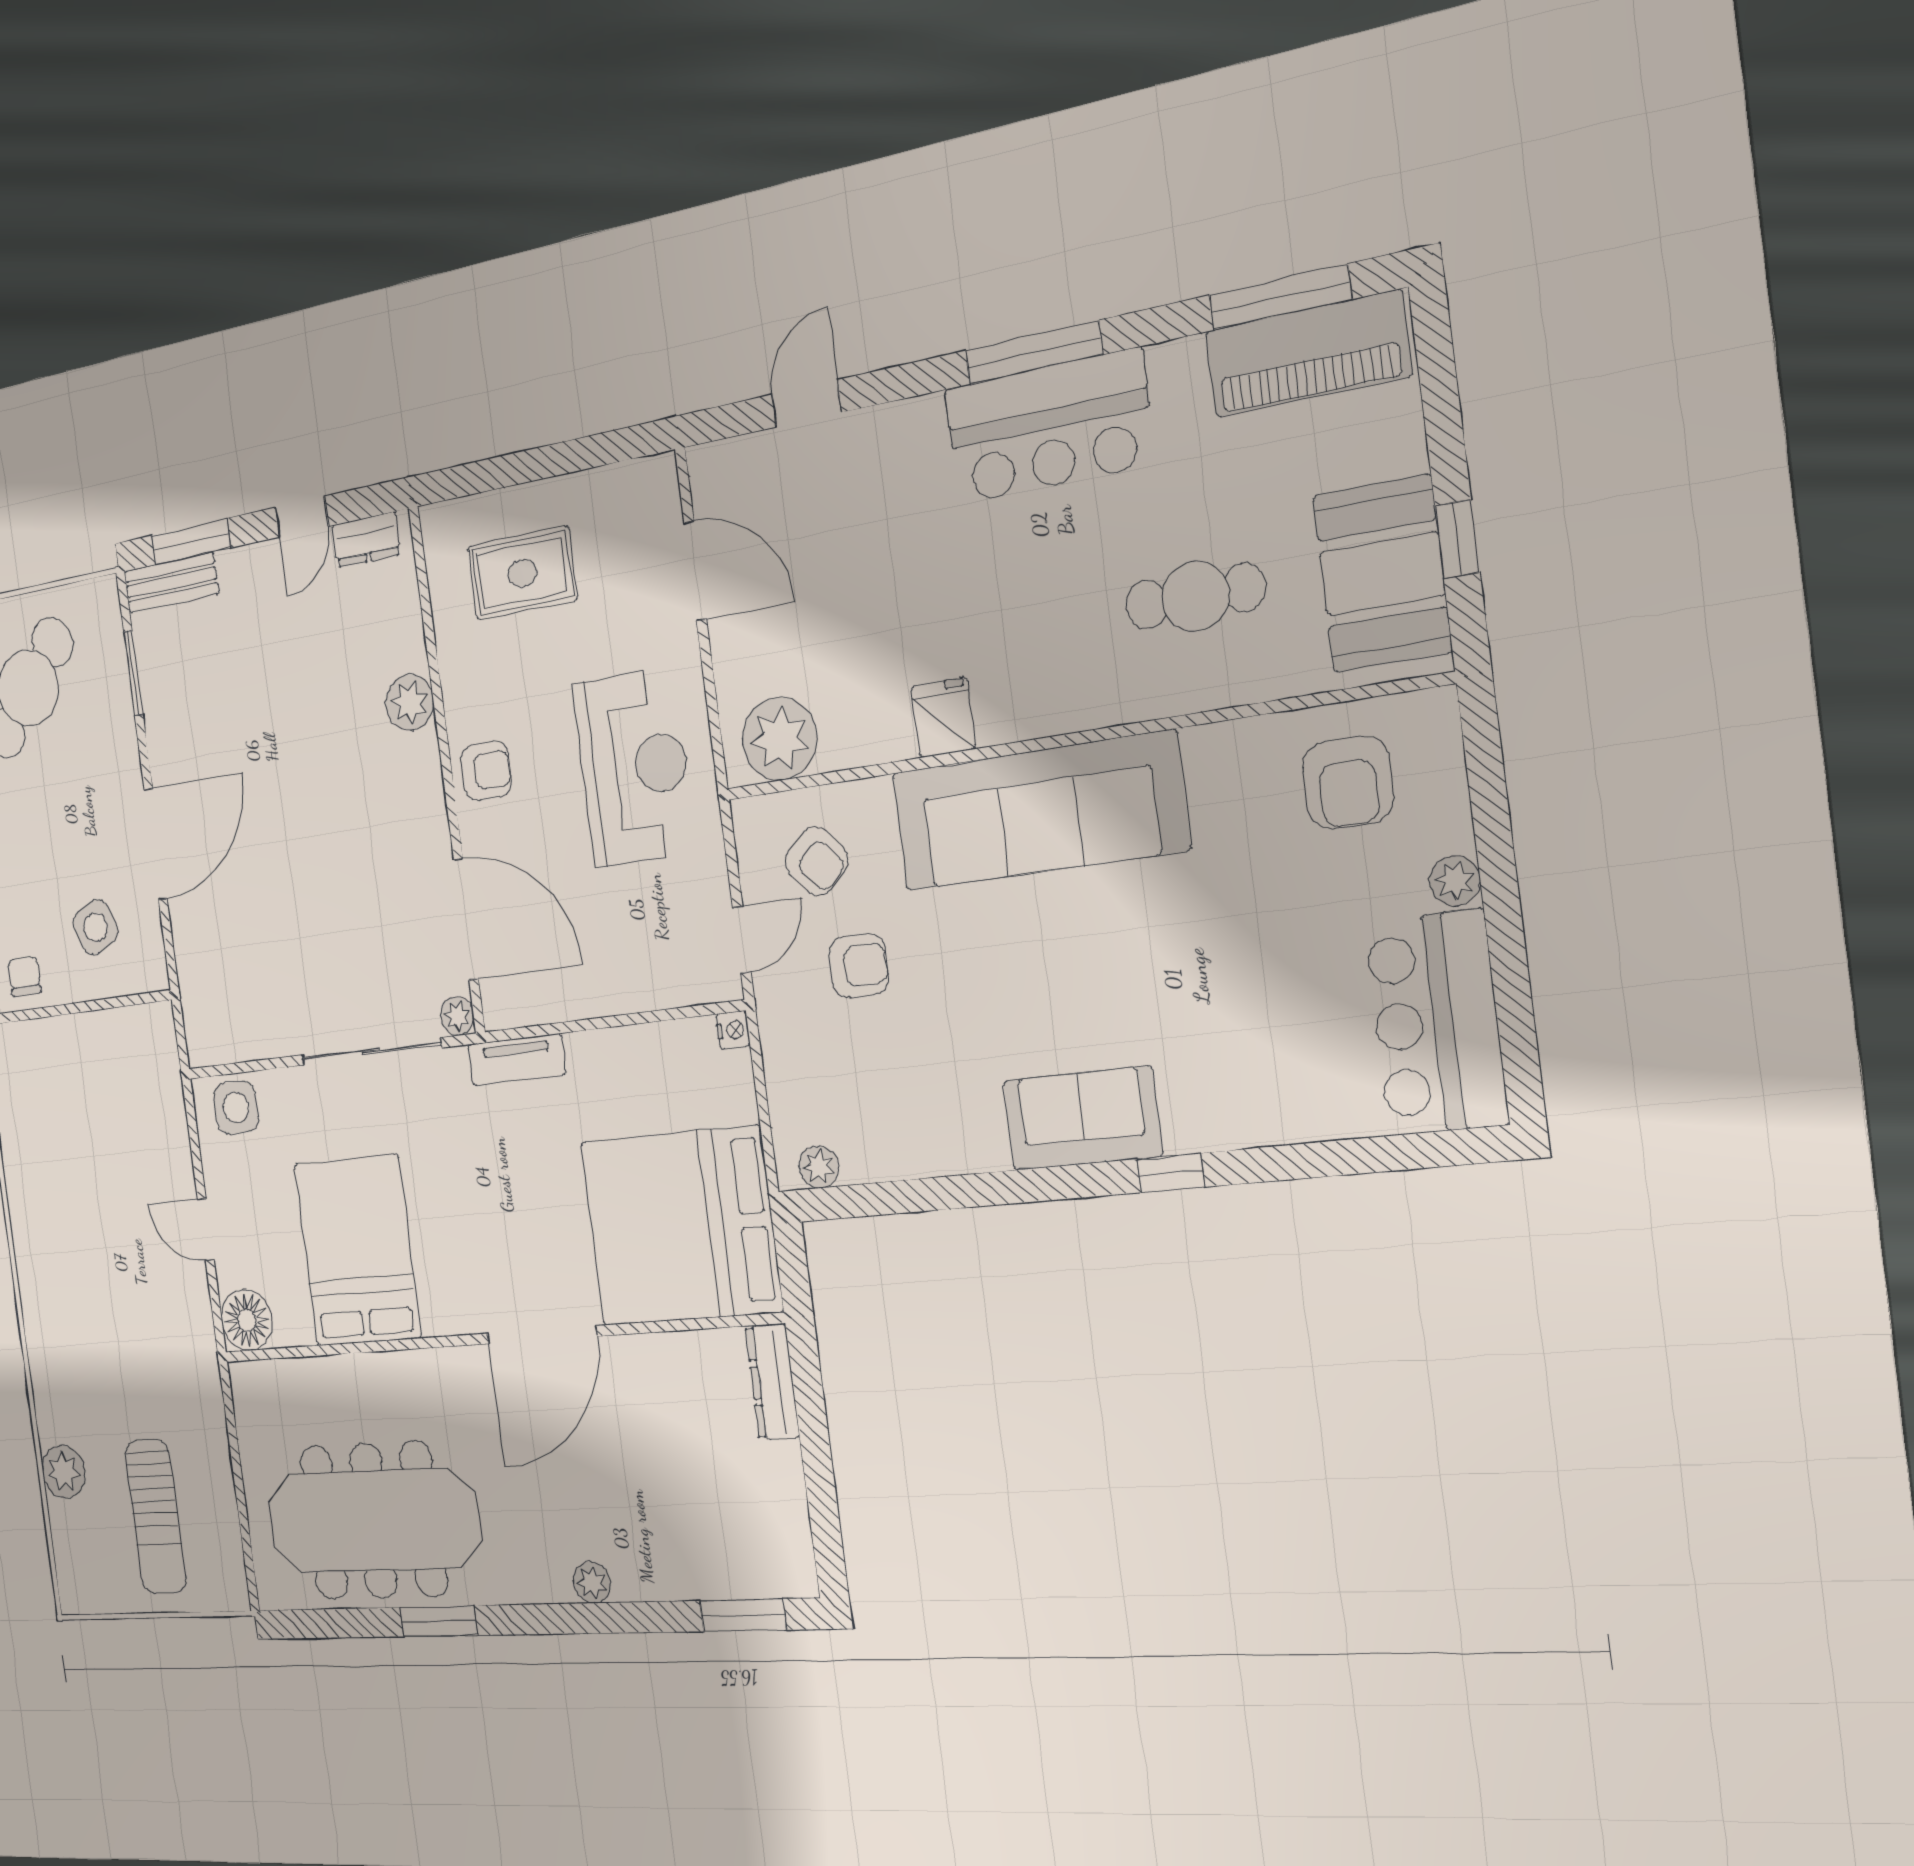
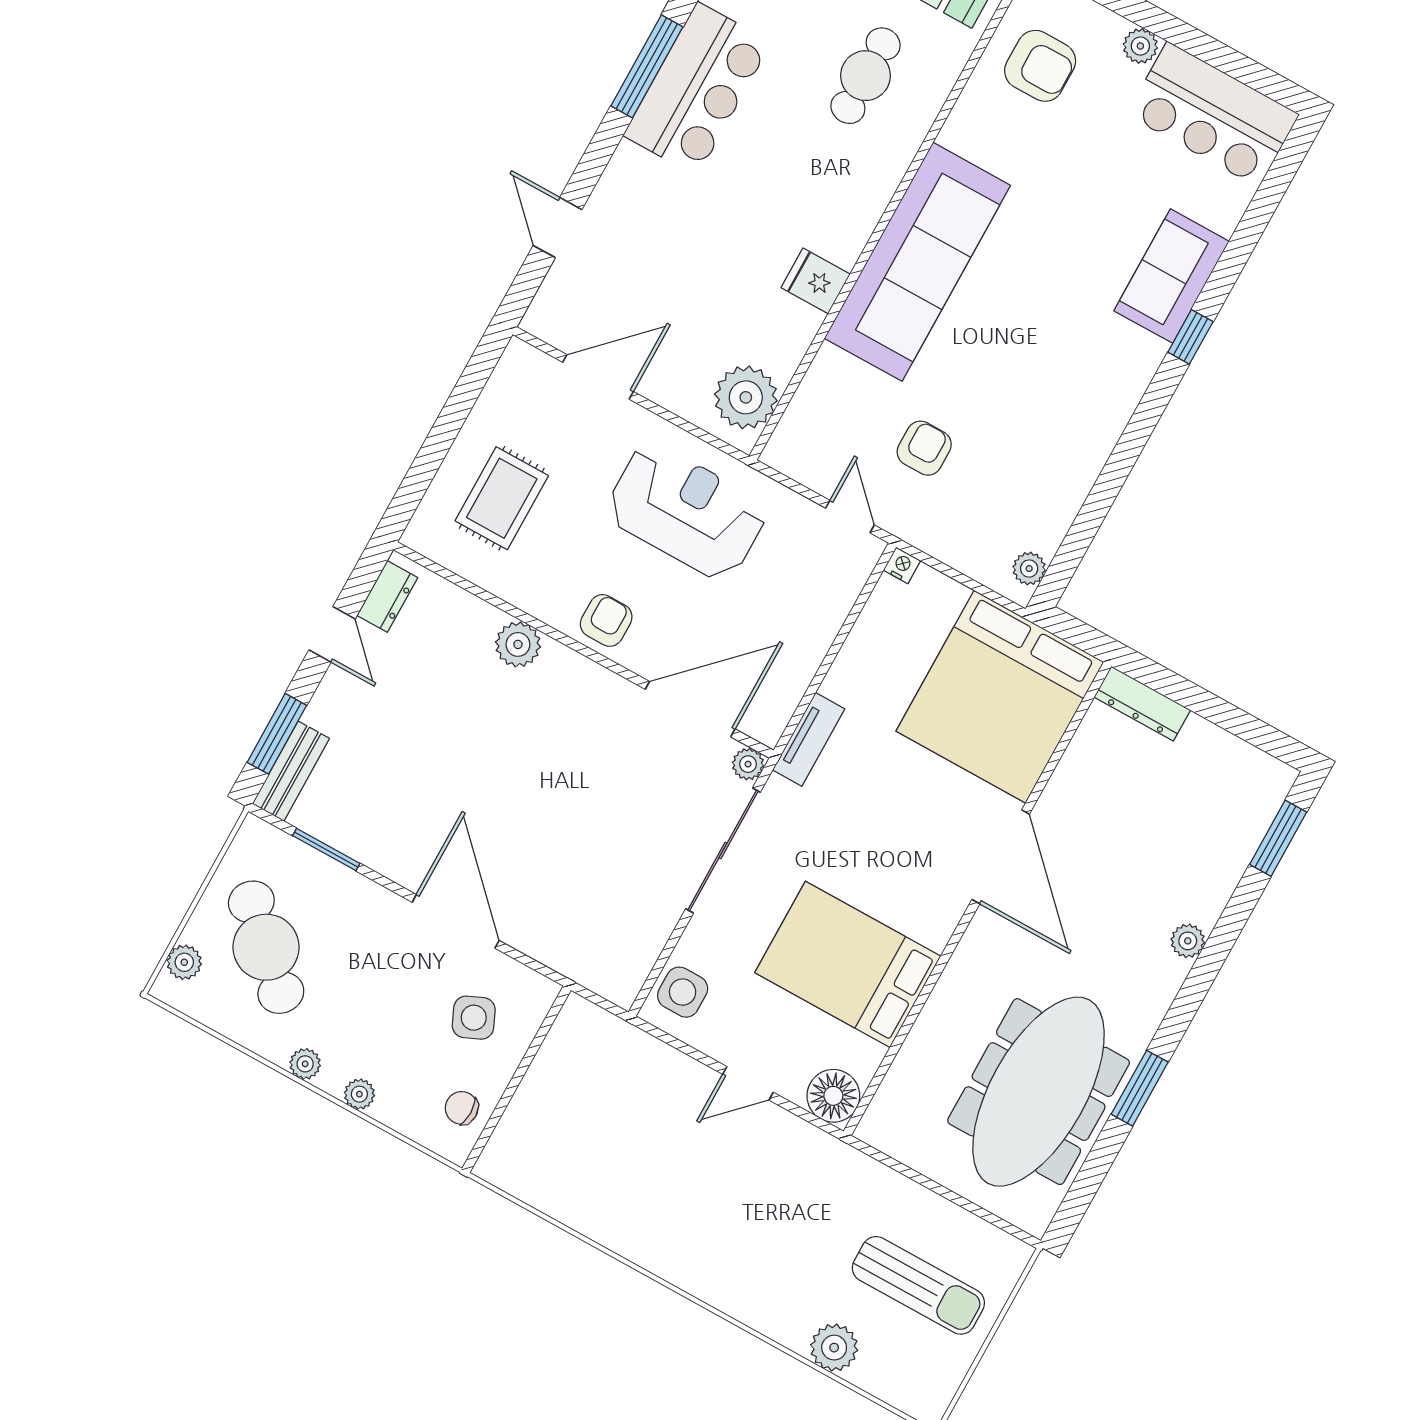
armchair: (816, 861) -> (839, 429), removed
sofa: (1082, 1118) -> (1172, 276), moved

